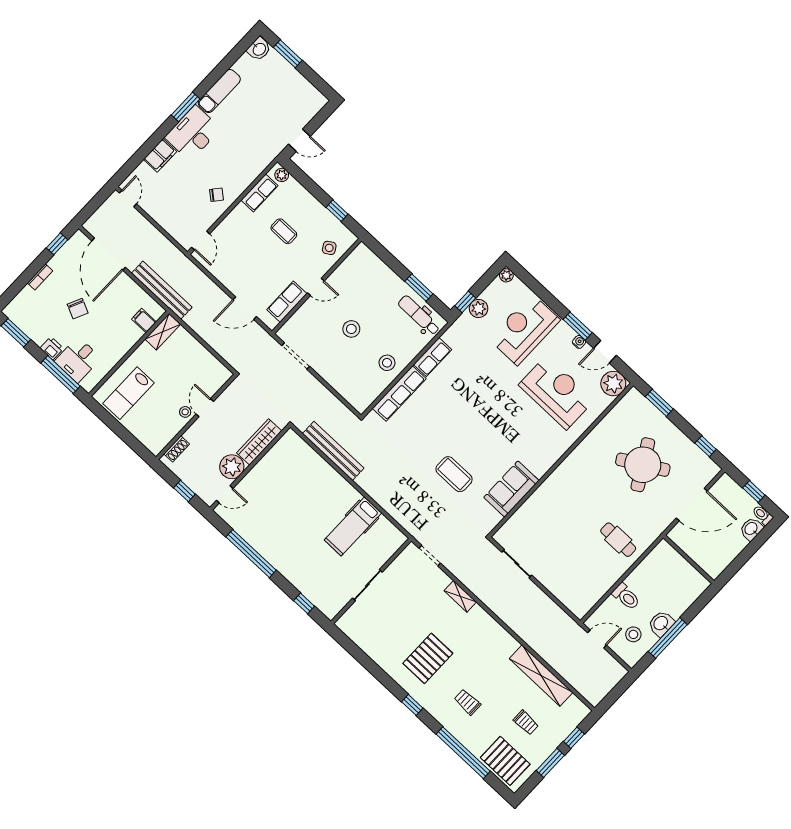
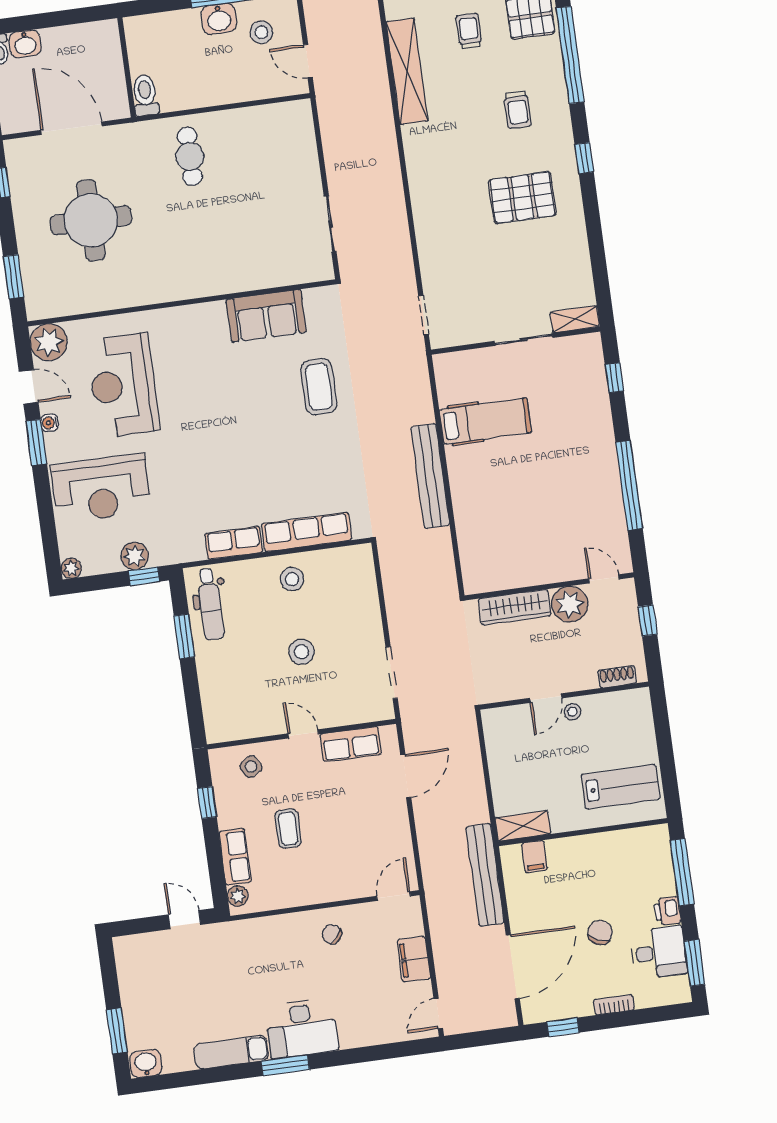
filing cabinet: (160, 155) -> (414, 959), moved, turned -90
row of seats: (259, 193) -> (235, 857), moved, turned 90
door: (245, 308) -> (406, 776), hinge flipped
desk: (78, 360) -> (659, 952), moved
bench: (333, 451) -> (430, 476), moved
round table: (643, 465) -> (91, 220), turned 30
shelving: (460, 596) -> (575, 319), moved, turned 90
toilet: (626, 597) -> (145, 95), moved

